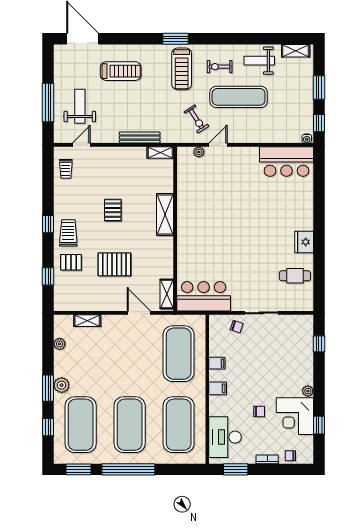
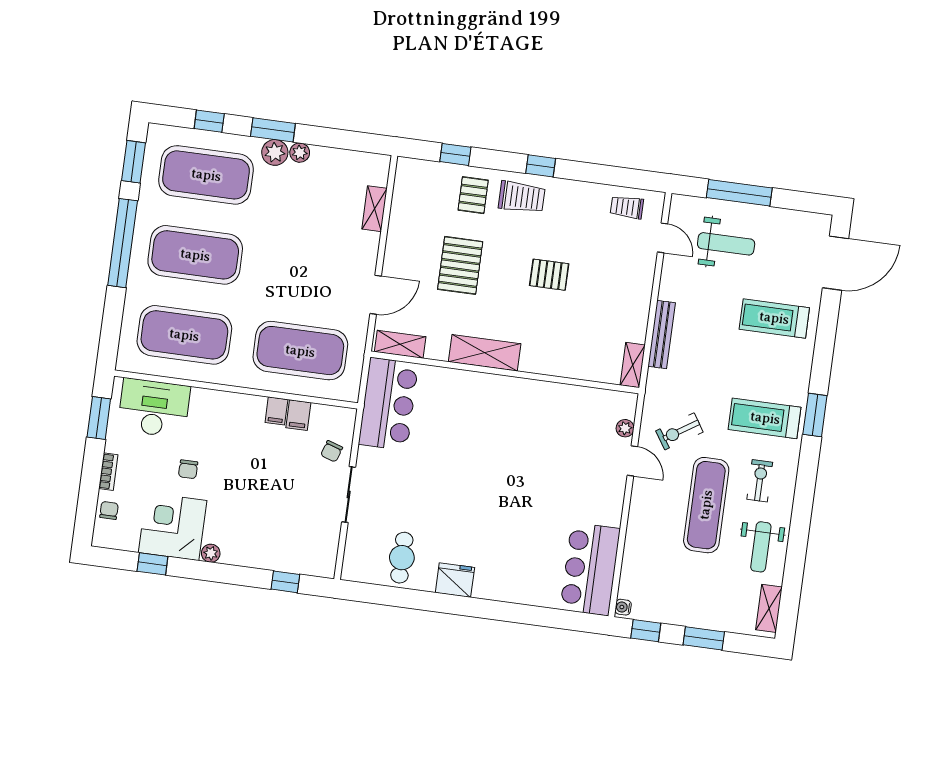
weight bench: (259, 61) -> (761, 547), turned 180
treadmill: (121, 71) -> (774, 318), turned 90
shelving: (165, 214) -> (485, 353), moved
plant: (60, 344) -> (300, 153), moved
filing cabinet: (218, 388) -> (298, 415), moved

